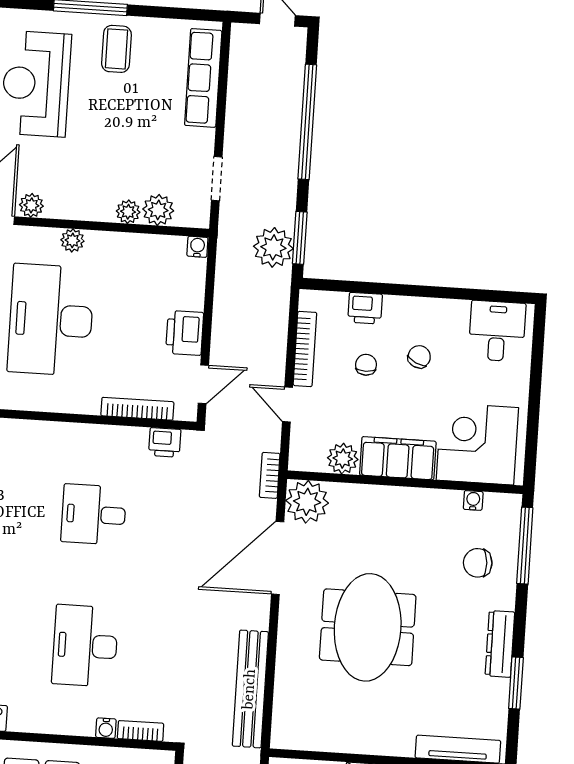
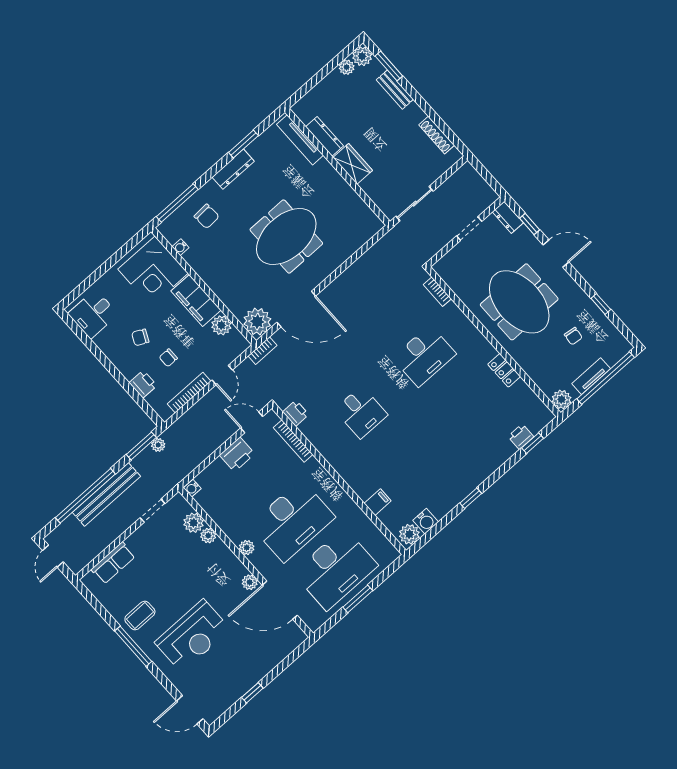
row of seats: (203, 78) -> (113, 563), width x0.68
plant: (273, 247) -> (158, 445), width x0.53, depth x0.53
bench: (250, 689) -> (106, 494), moved
water cooler: (106, 728) -> (452, 309), removed

